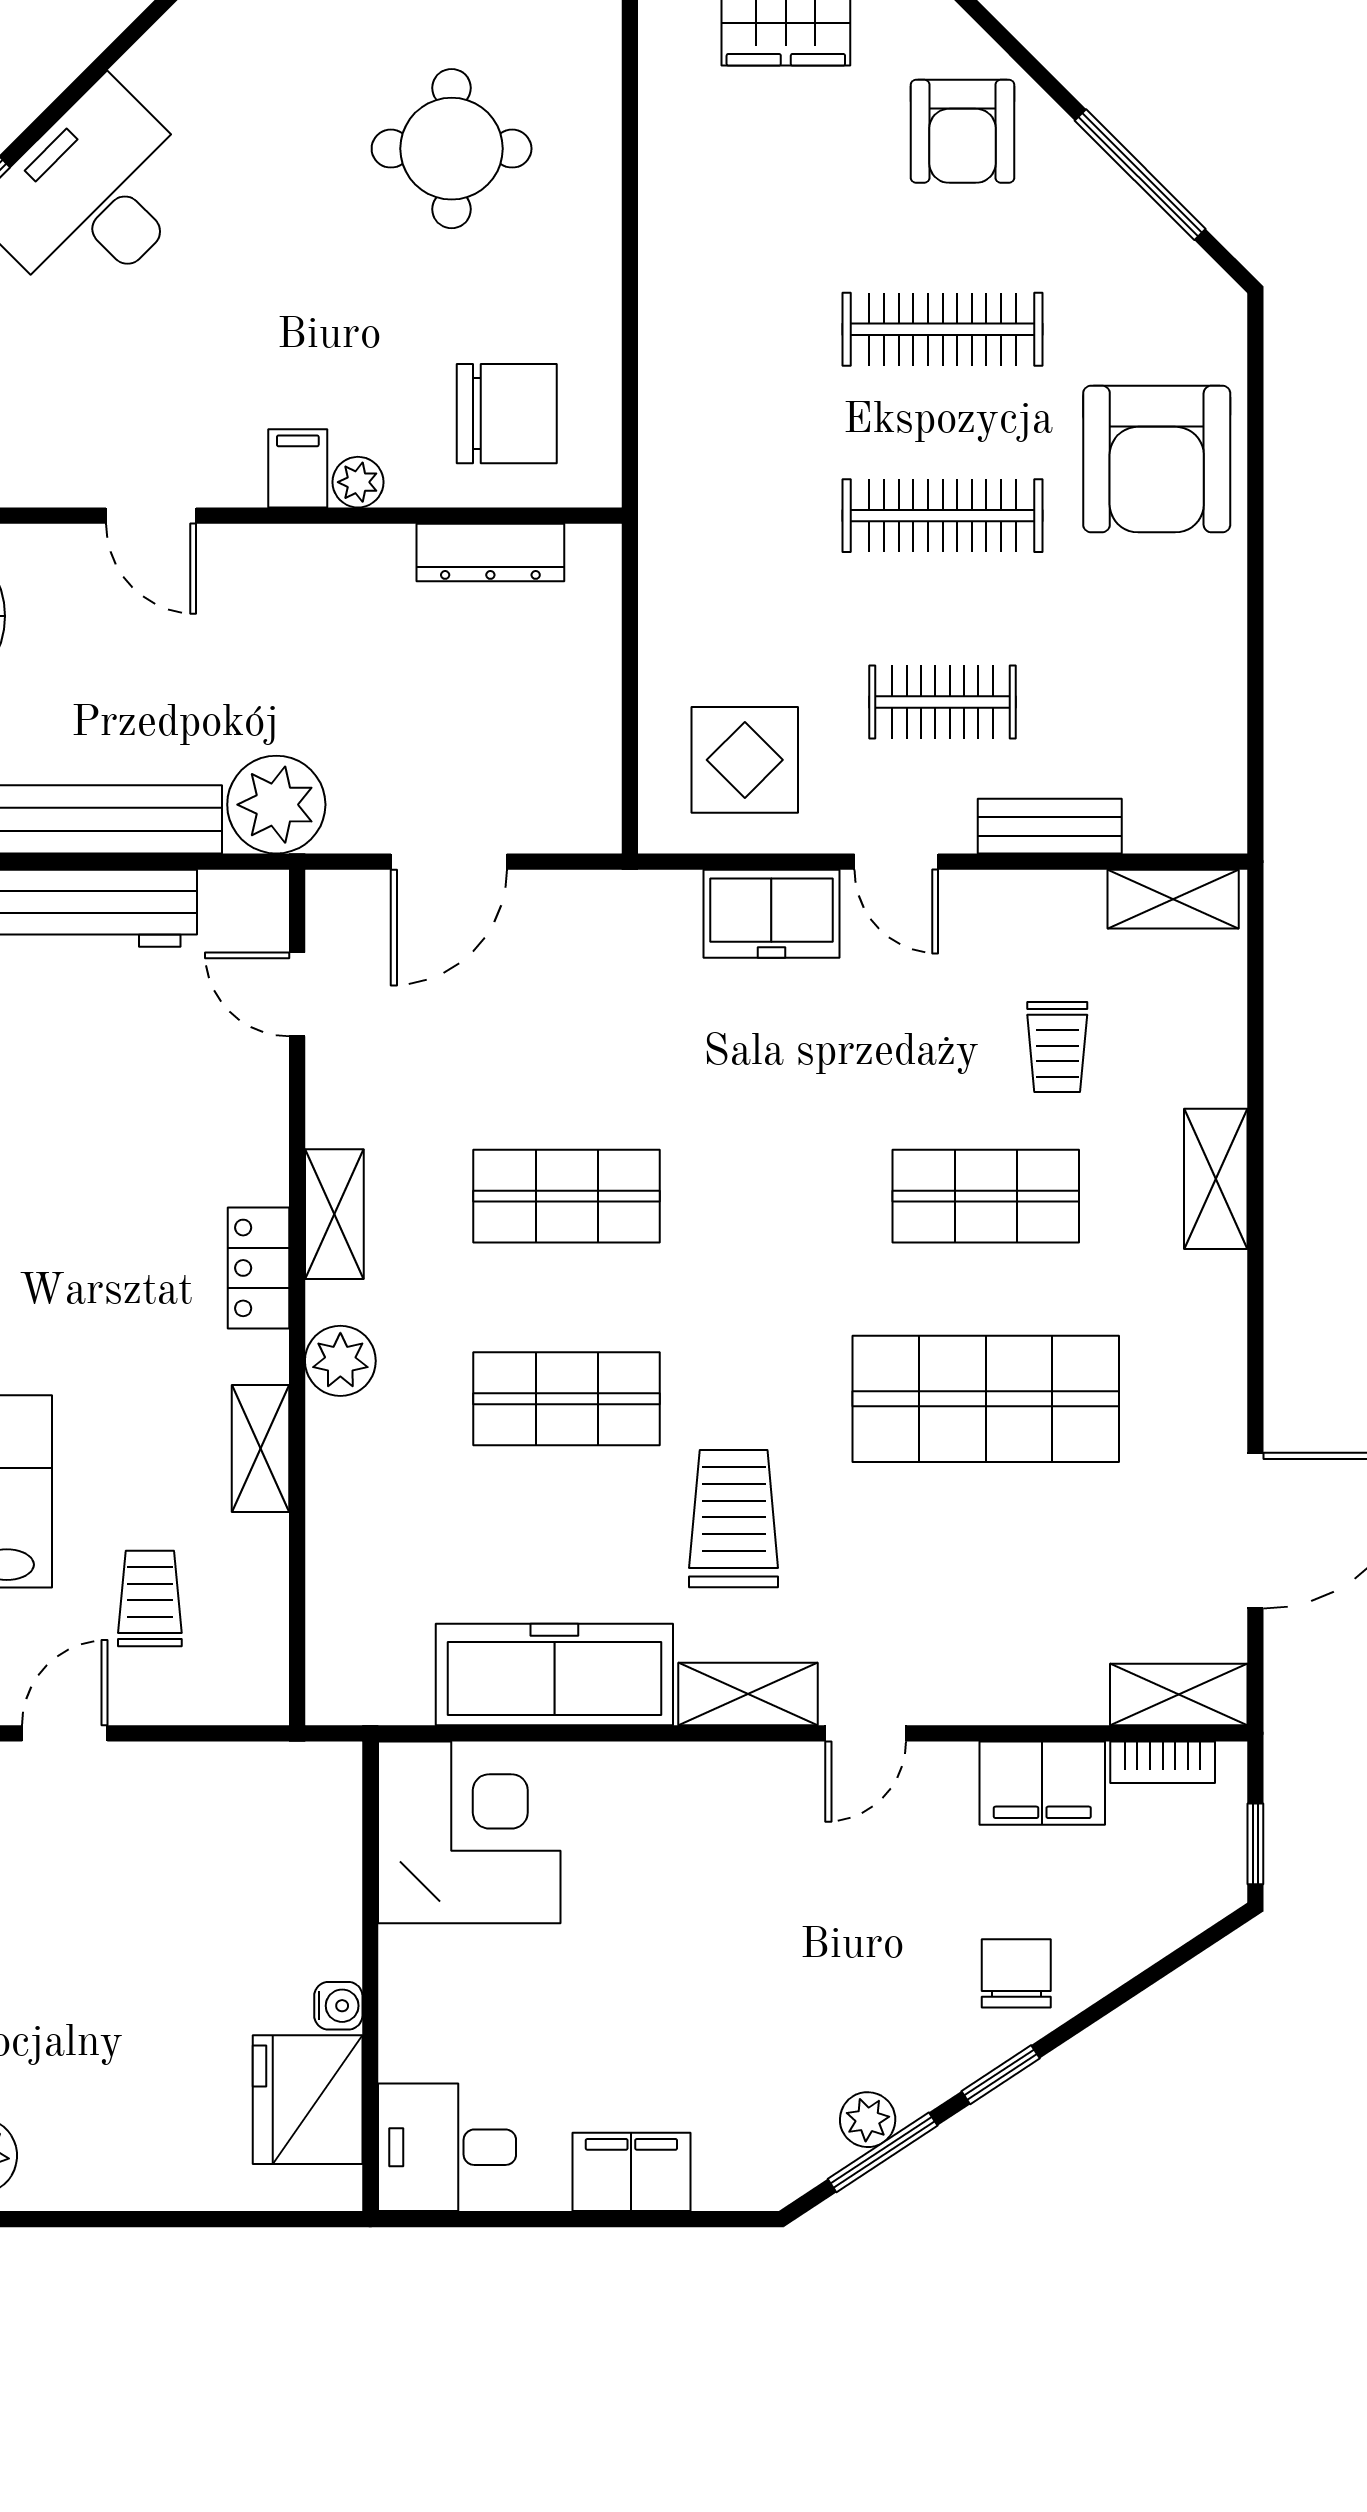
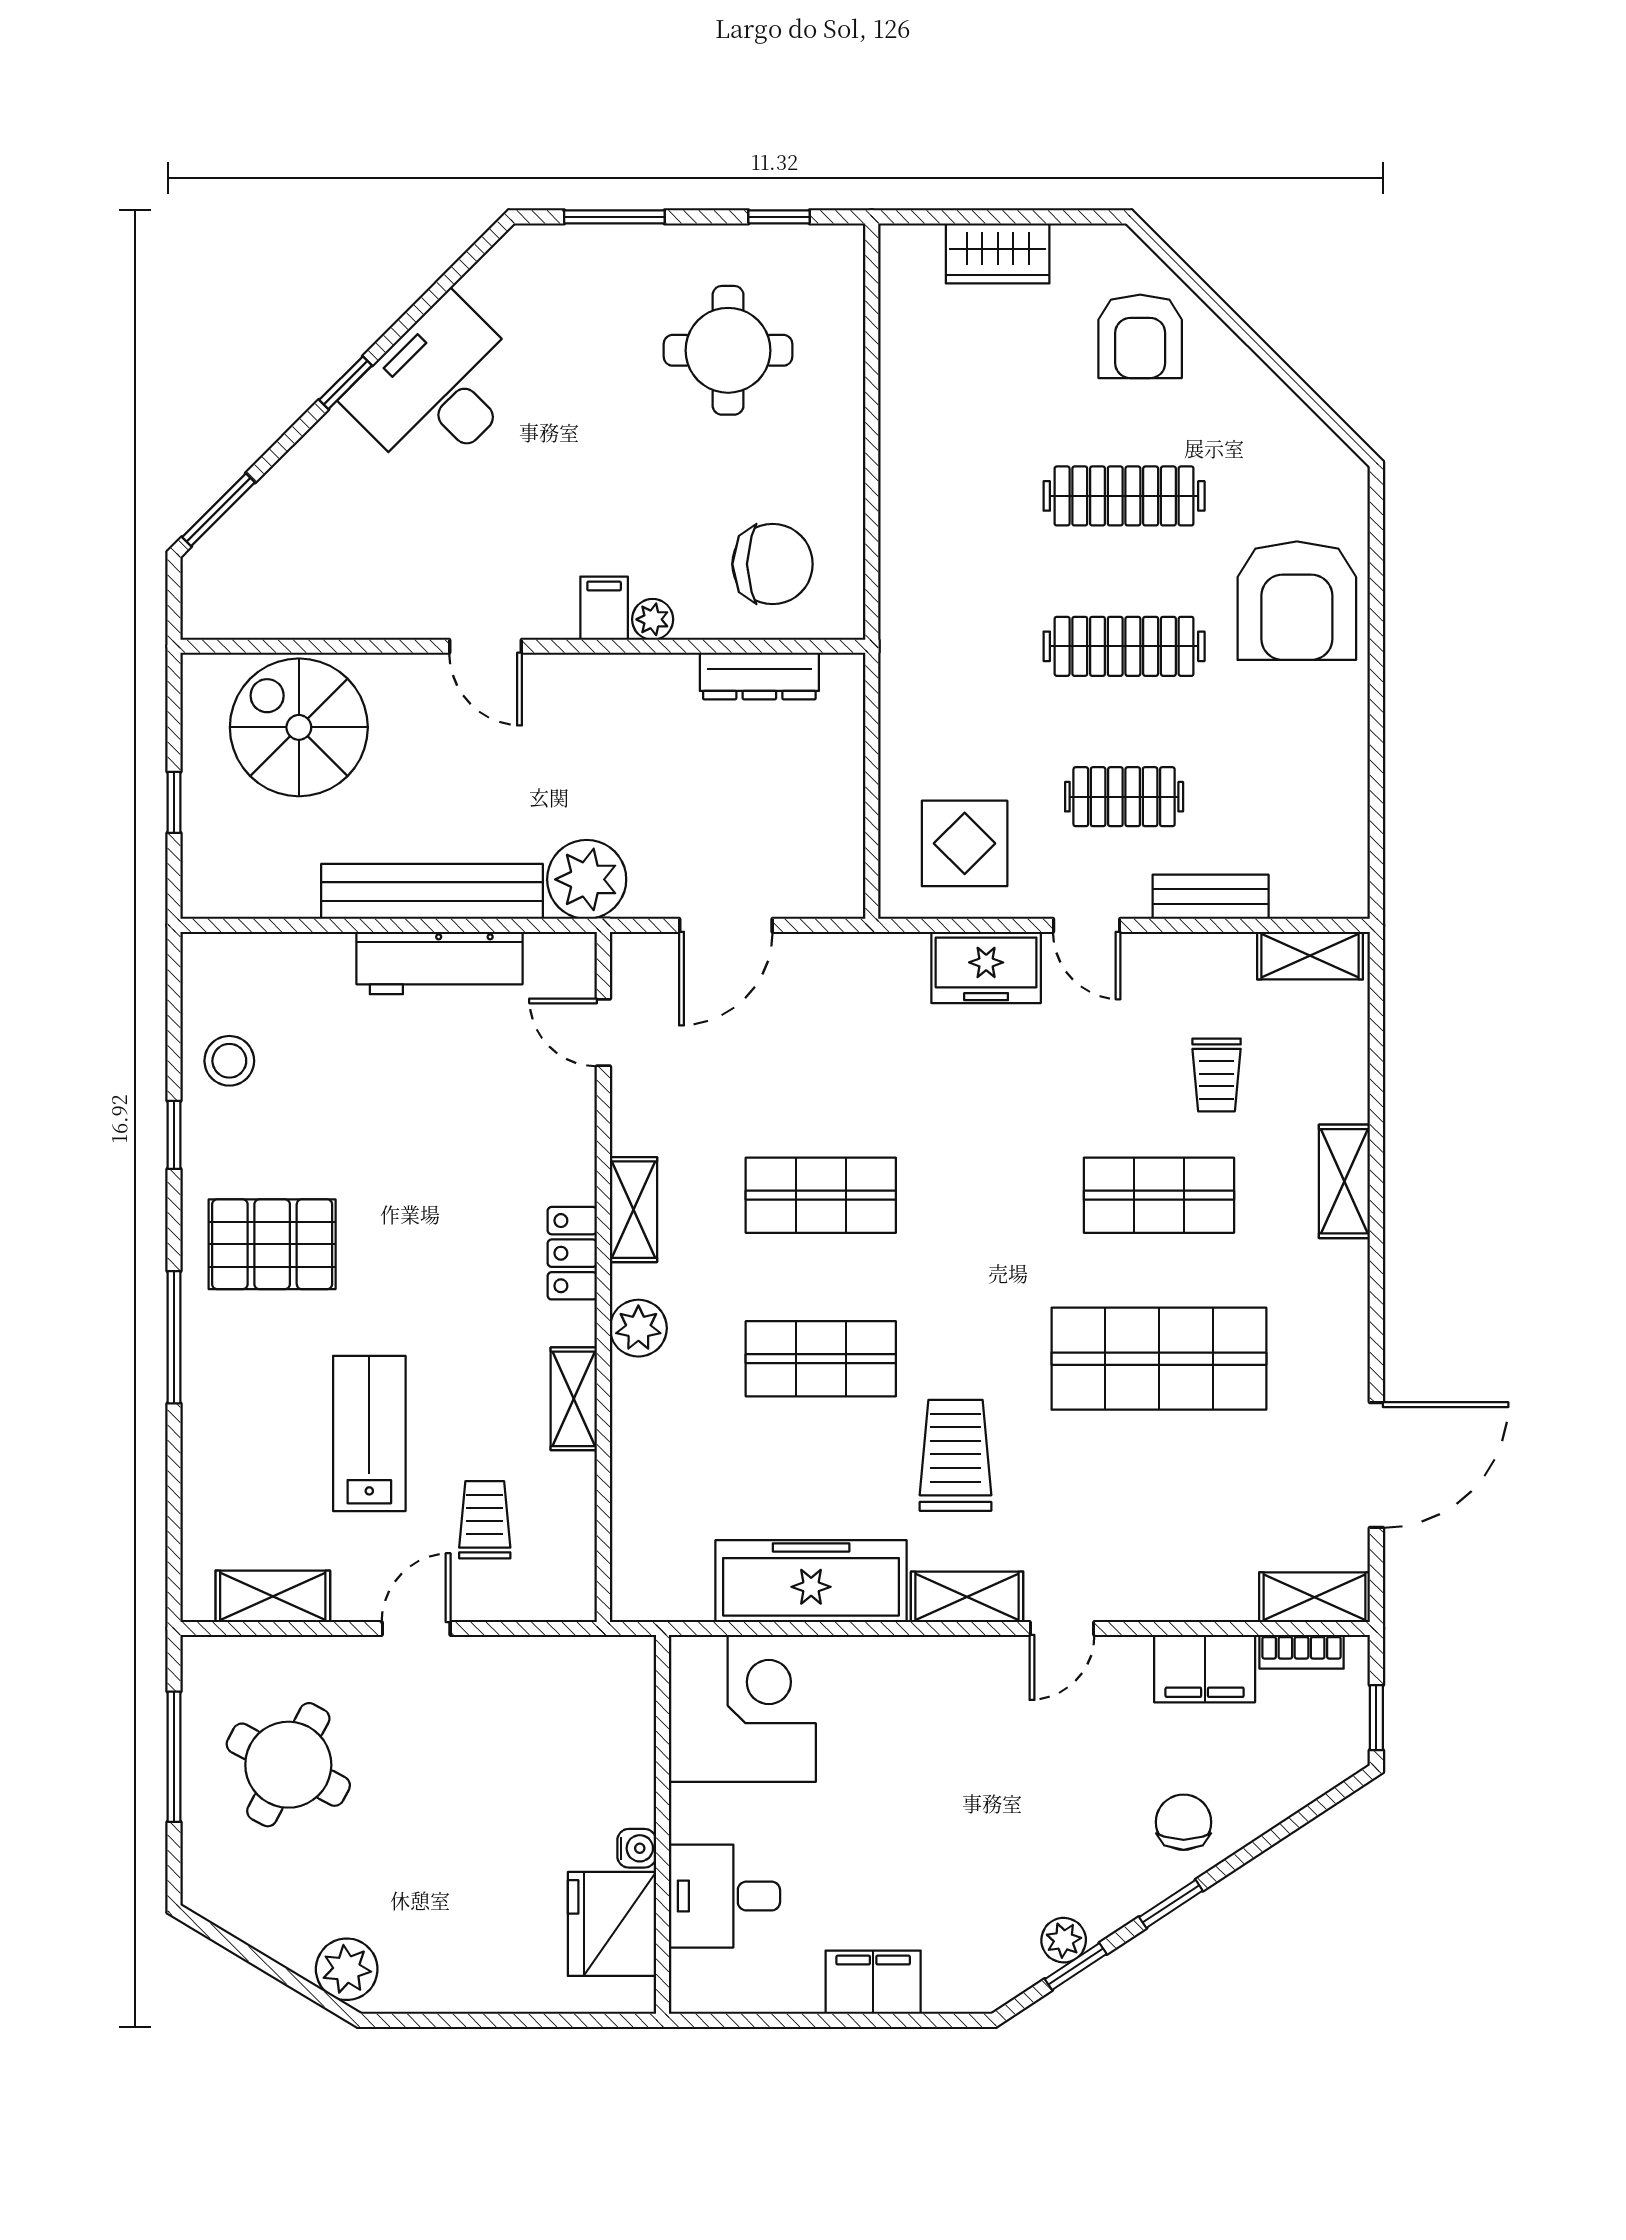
window: (1140, 175) -> (1283, 371), removed
desk: (447, 2147) -> (724, 1896), moved
window: (883, 2152) -> (1076, 1967), width x0.67

